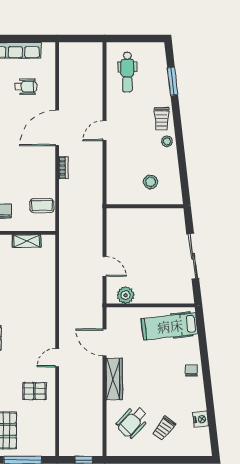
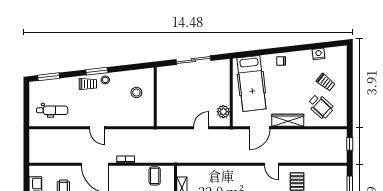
window: (173, 81) -> (49, 77), moved
window: (178, 130) -> (97, 71), added
hospital bed: (170, 326) -> (251, 83), width x1.37, depth x1.29

